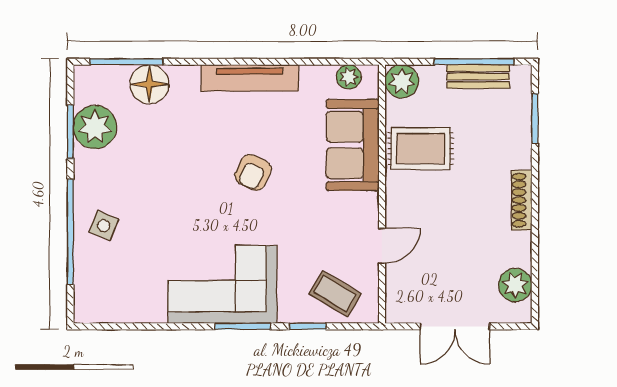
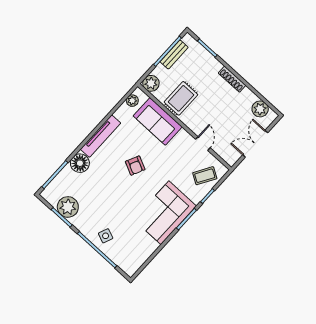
floor lamp: (149, 84) -> (80, 163), moved
double door: (455, 326) -> (255, 144), swing flipped

